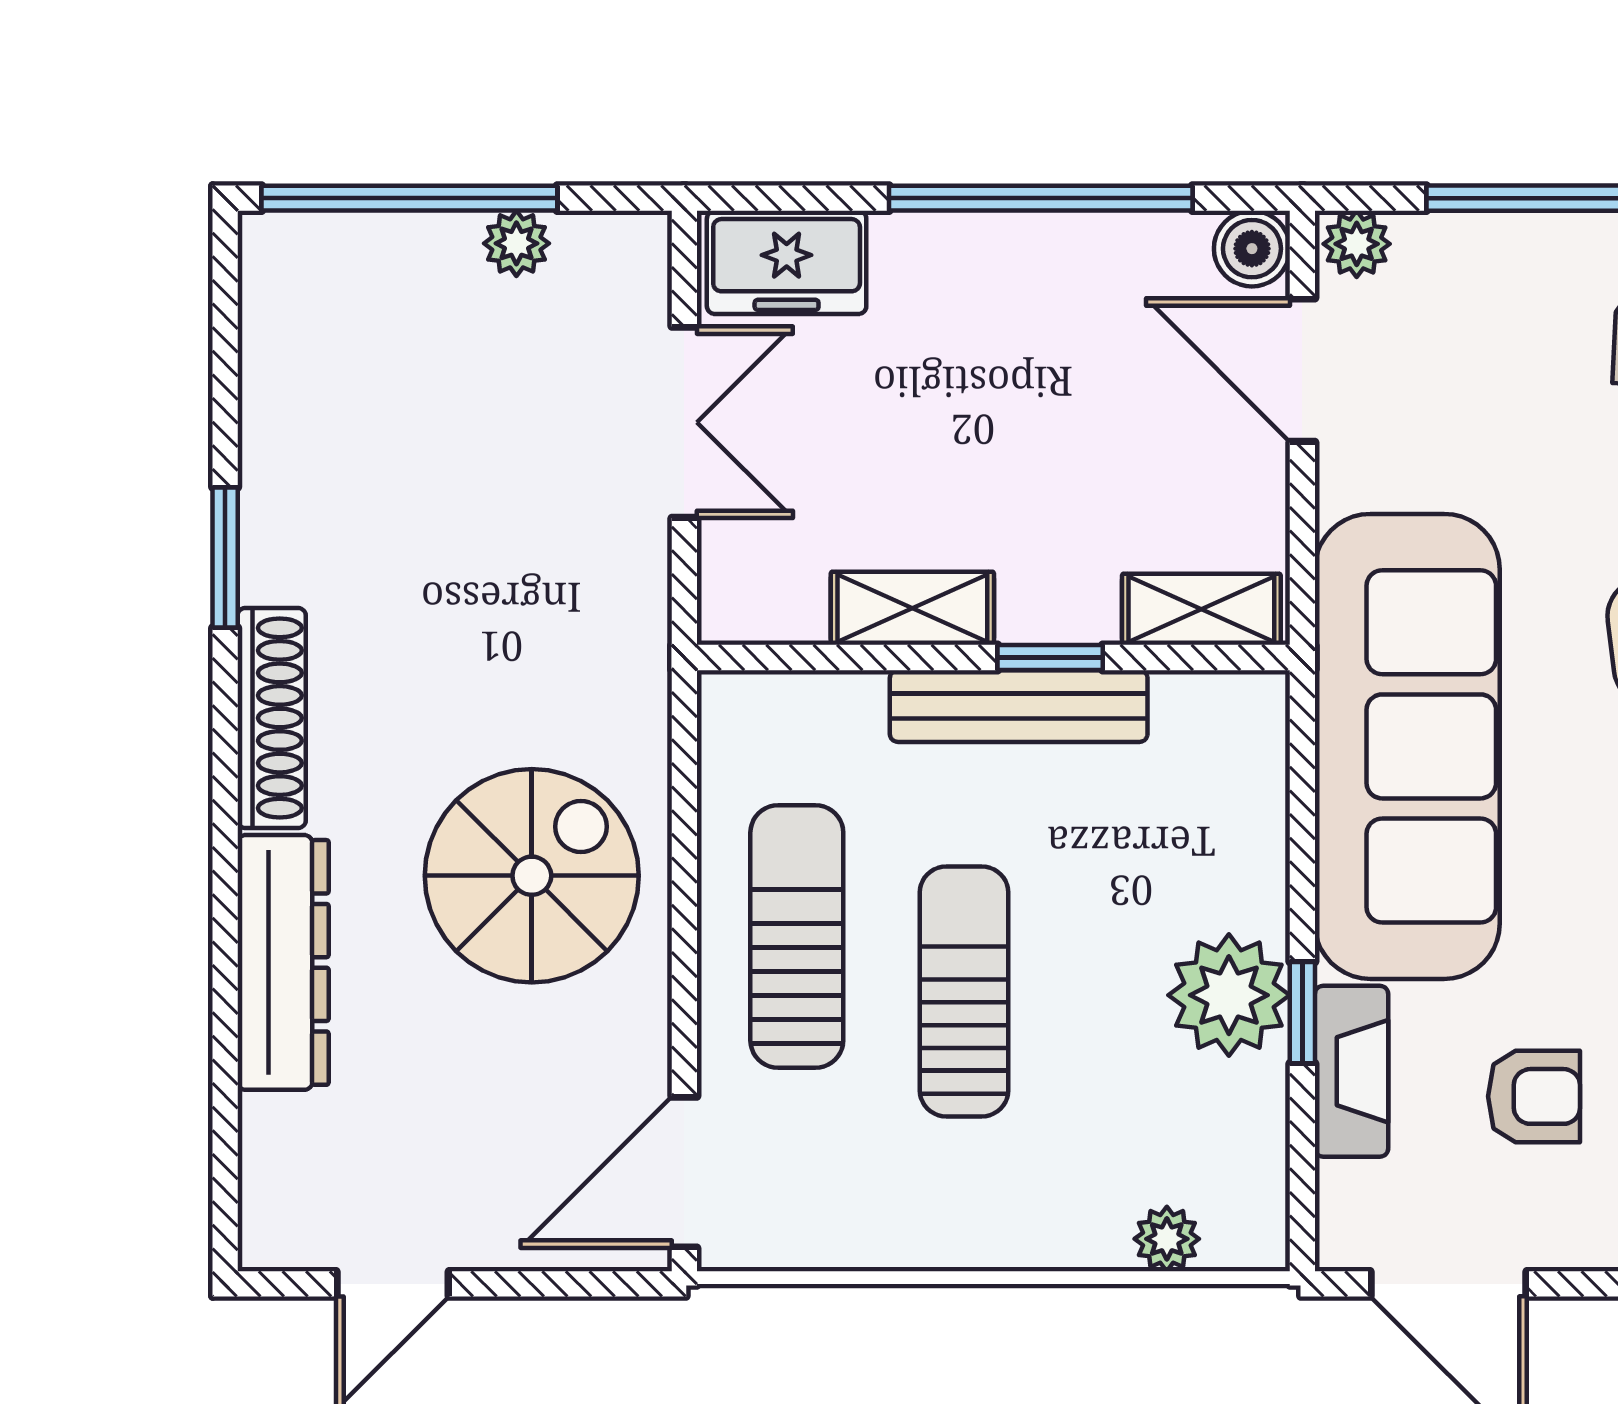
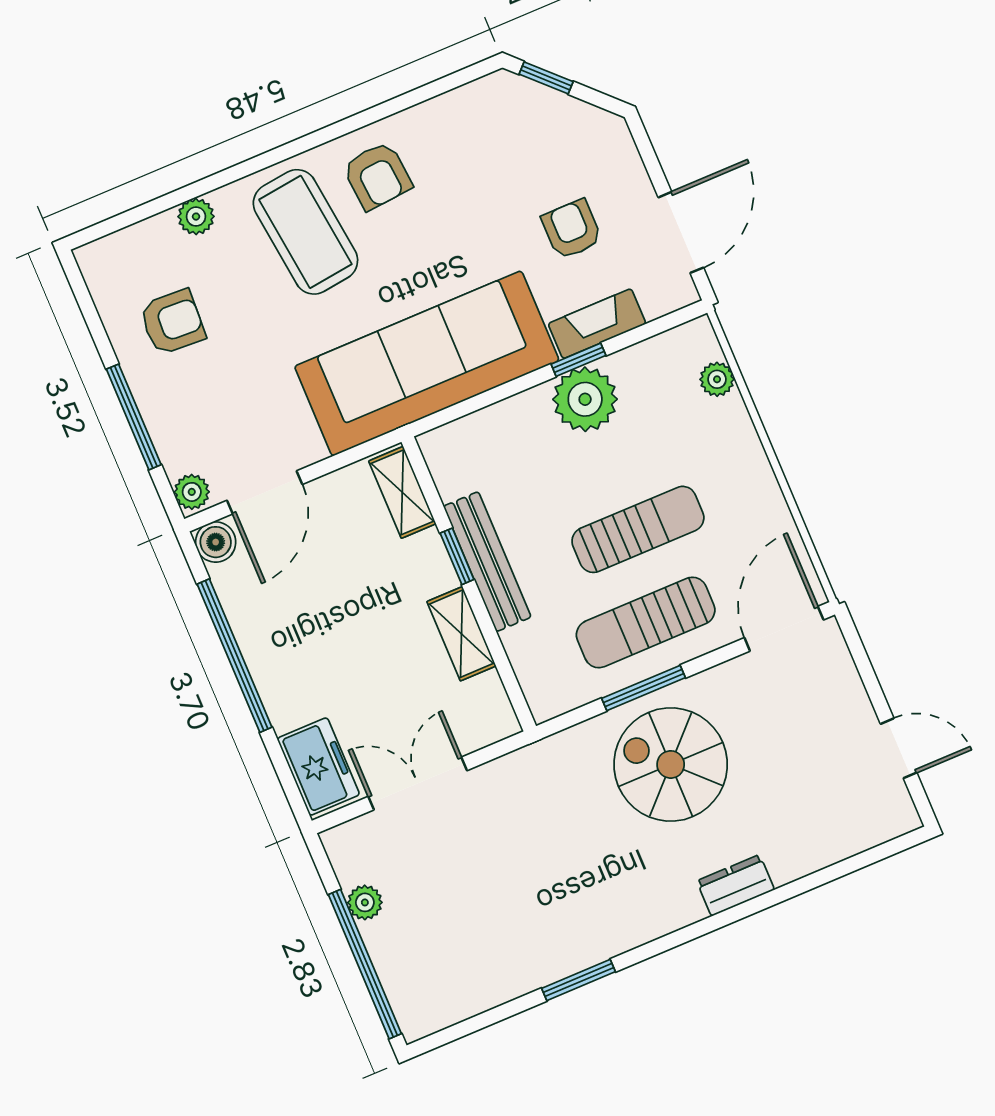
shoe rack: (272, 718) -> (647, 924), removed
window: (684, 885) -> (643, 688), added
dresser: (283, 962) -> (736, 885), width x0.51, depth x0.80
sun lounger: (964, 991) -> (638, 529), turned 180
door: (684, 1172) -> (784, 629), swing flipped

